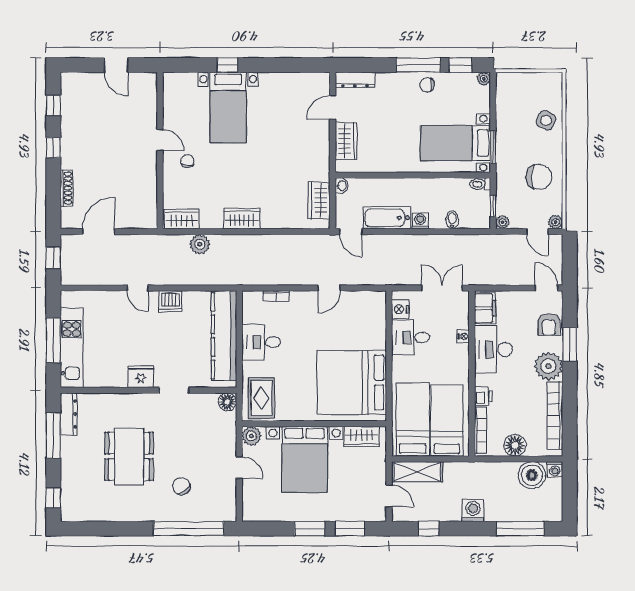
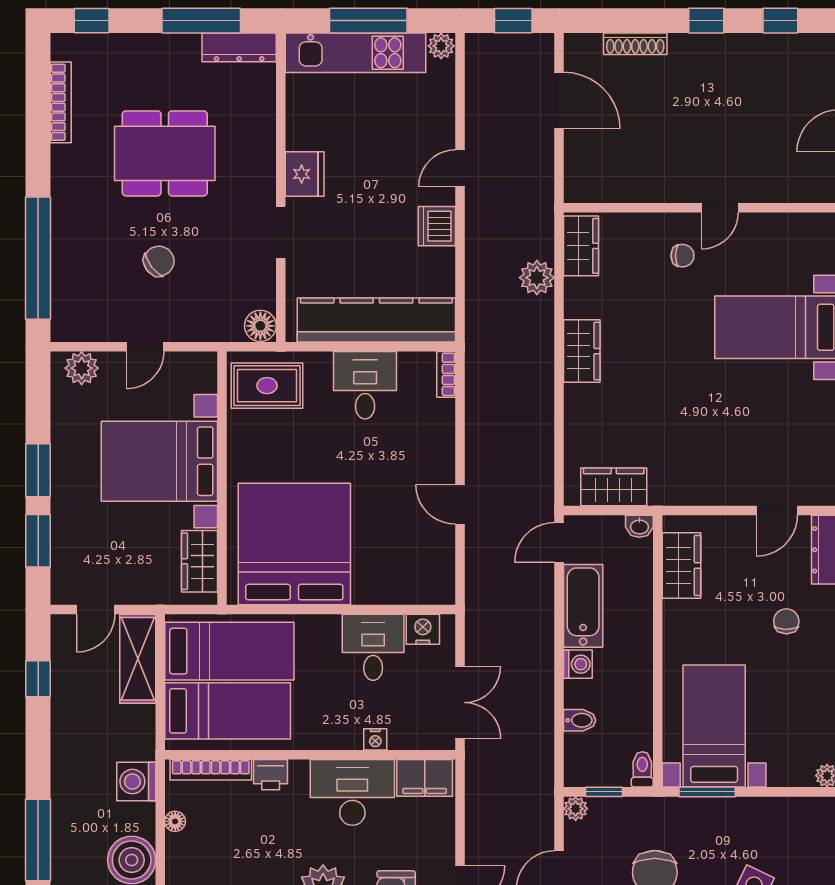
chair: (427, 85) -> (786, 621), moved
door: (333, 107) -> (777, 511), swing flipped
wardrobe: (346, 141) -> (682, 566), moved, turned -90
bookcase: (276, 296) -> (446, 374), moved
plant: (68, 299) -> (441, 46), added
plant: (251, 436) -> (82, 368), moved
floor lamp: (515, 445) -> (175, 821), width x0.53, depth x0.53
chair: (182, 486) -> (159, 261), moved
washing machine: (473, 511) -> (136, 782), moved, turned 180
bookcase: (100, 516) -> (61, 102), added

